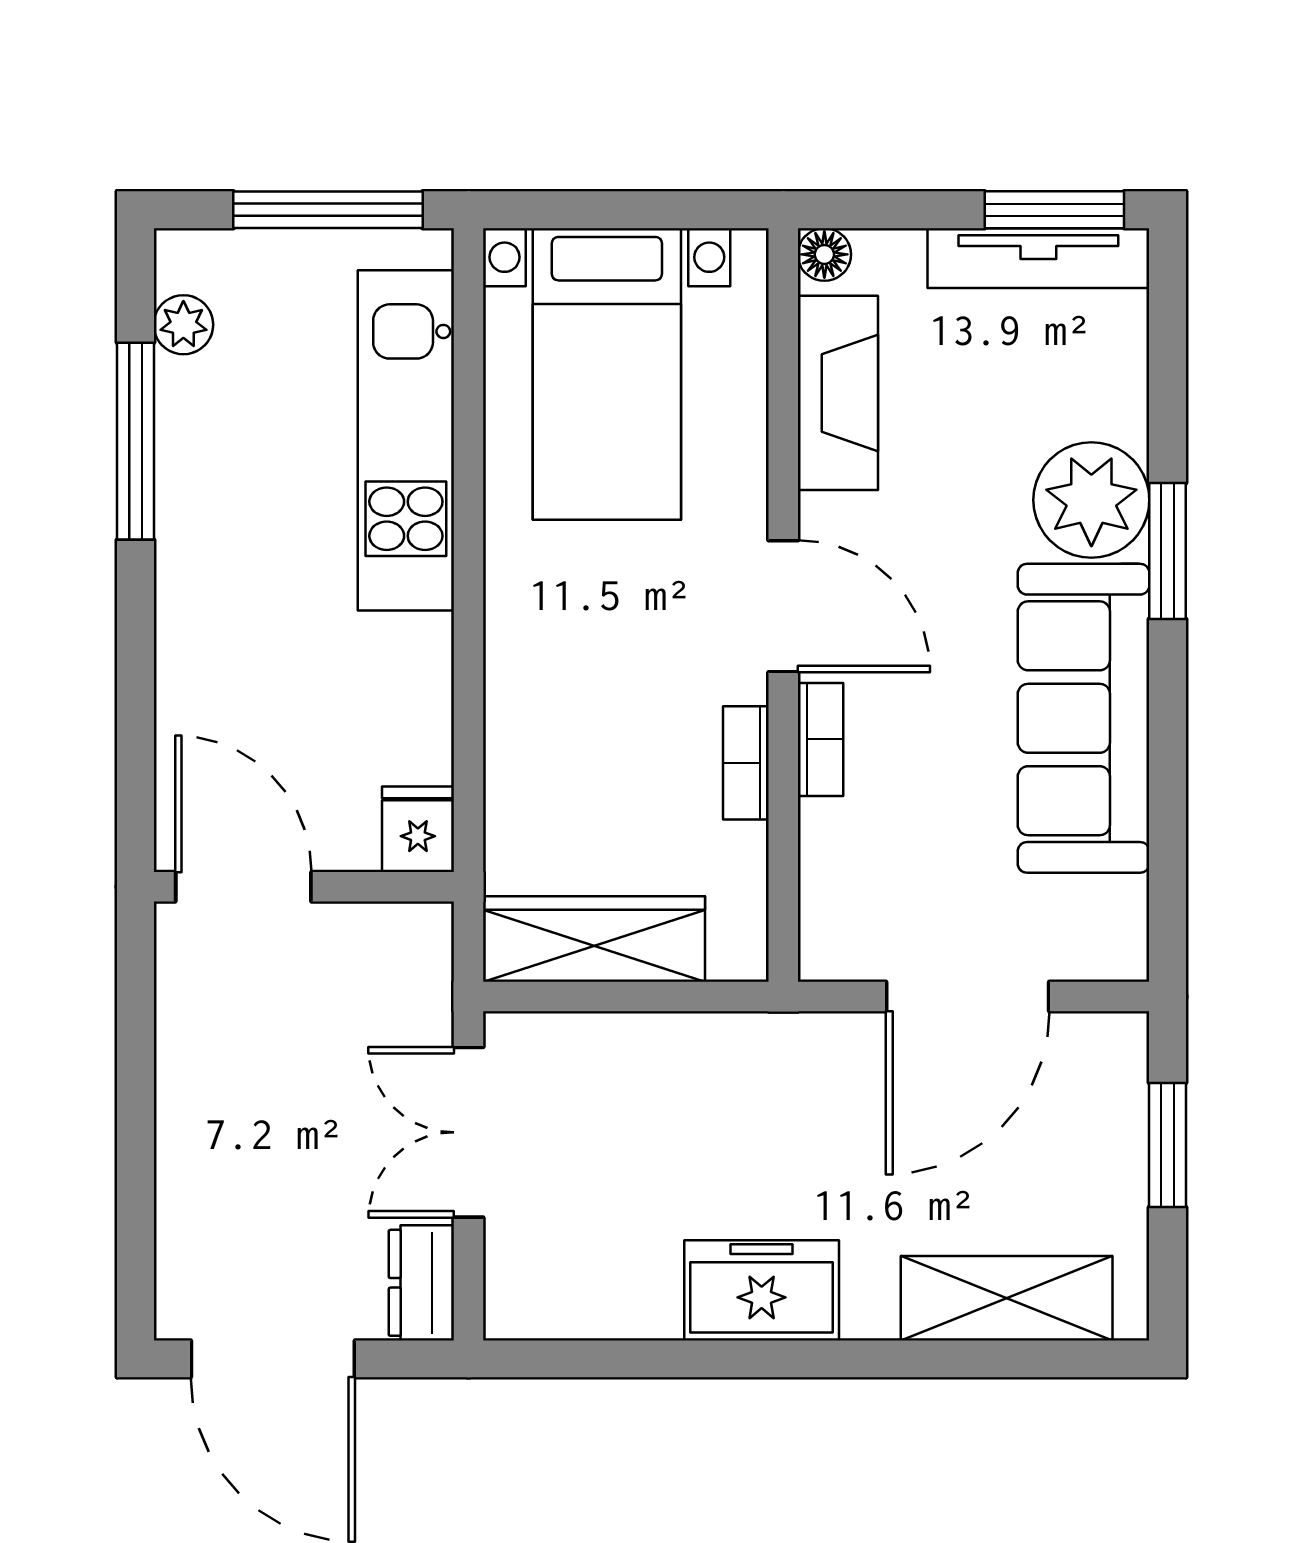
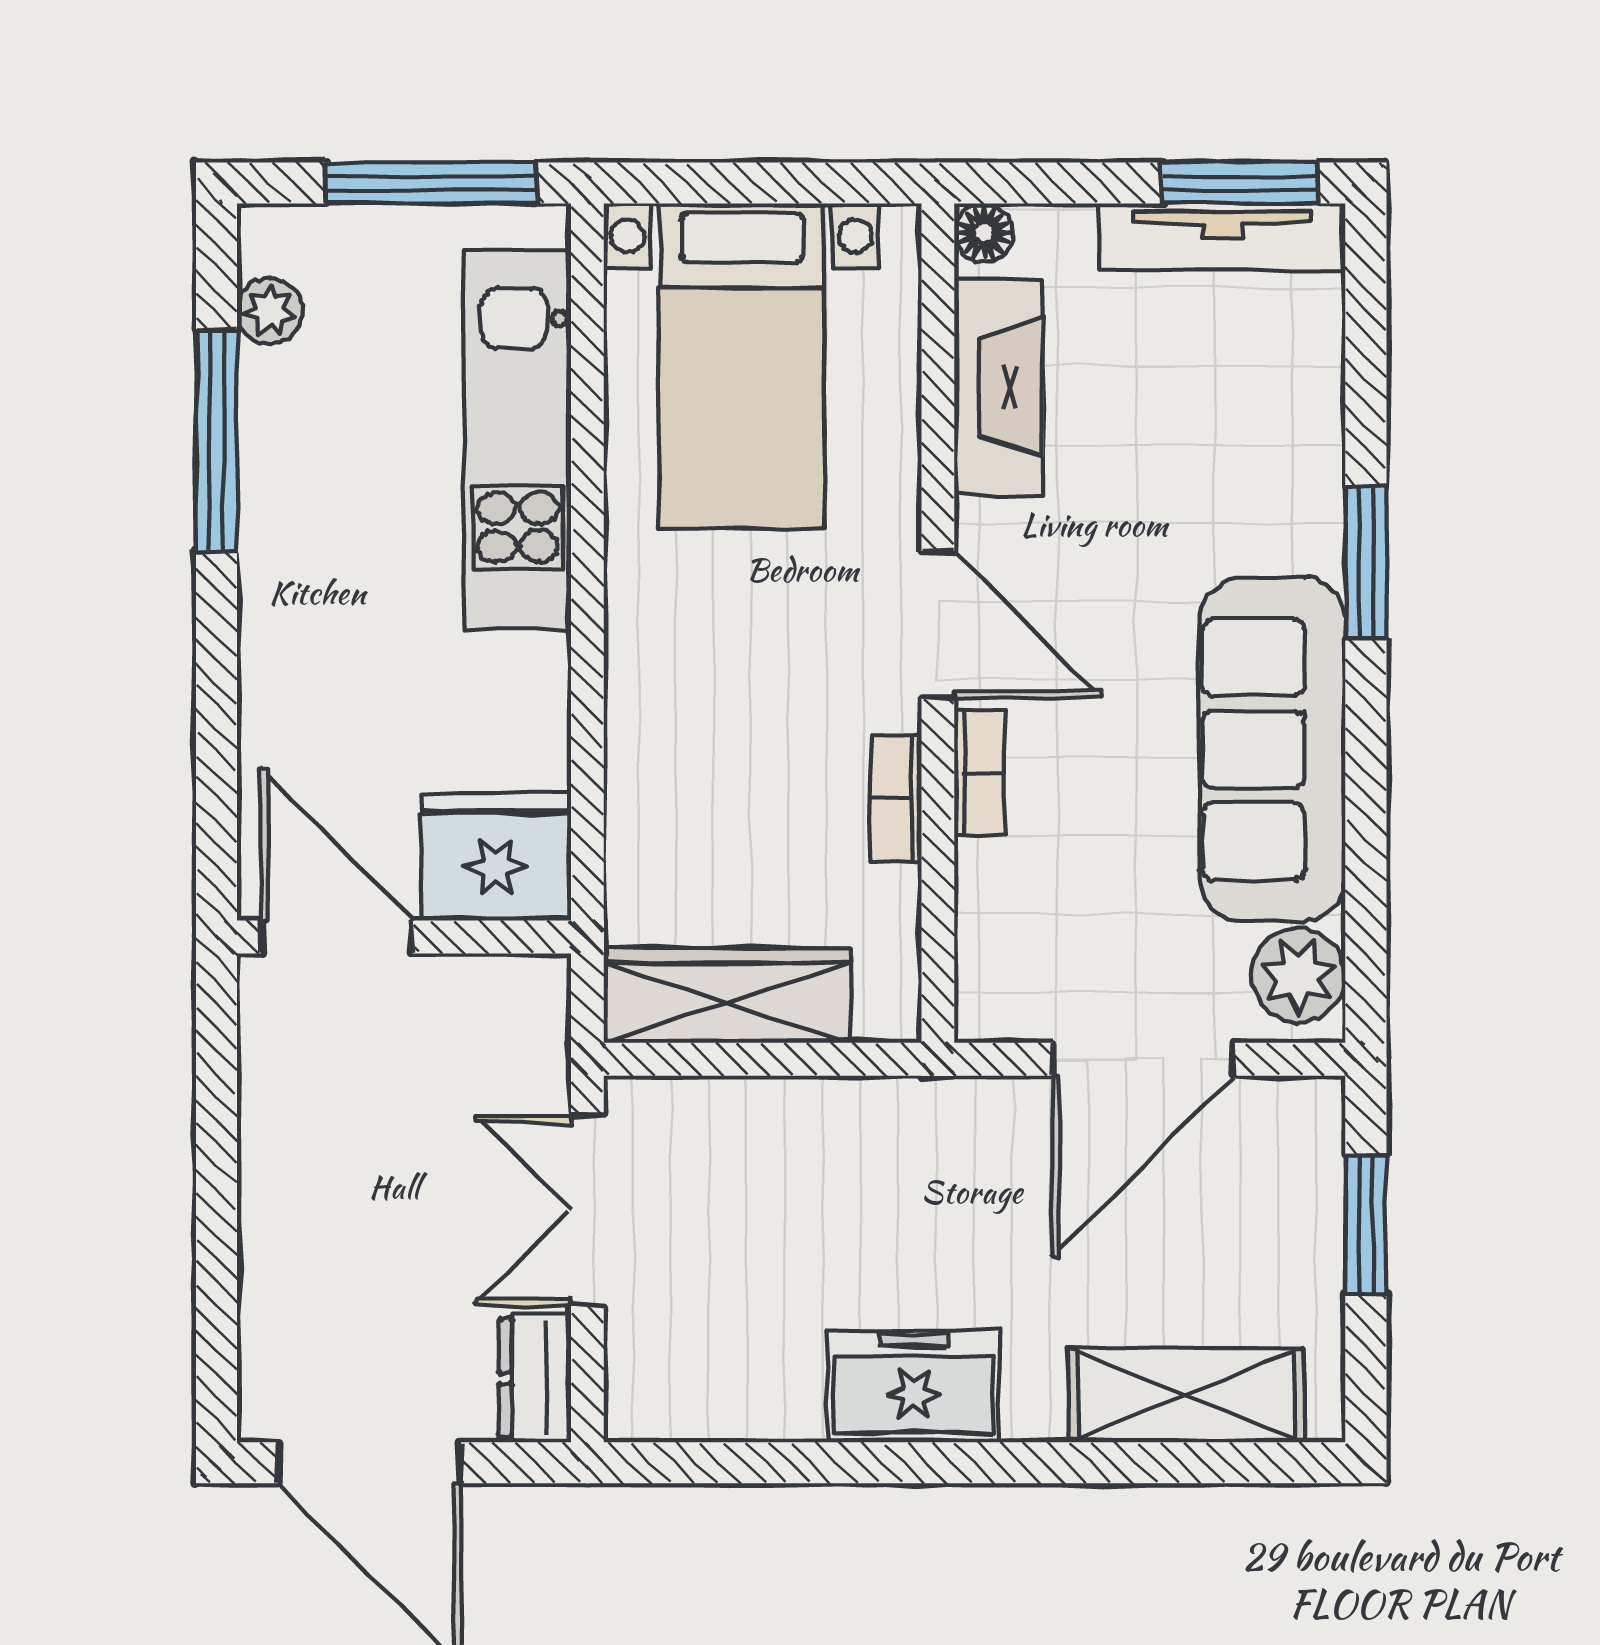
plant: (1091, 500) -> (1298, 975), moved, width x0.73, depth x0.73
fridge: (418, 829) -> (496, 857), width x1.88, depth x1.34

